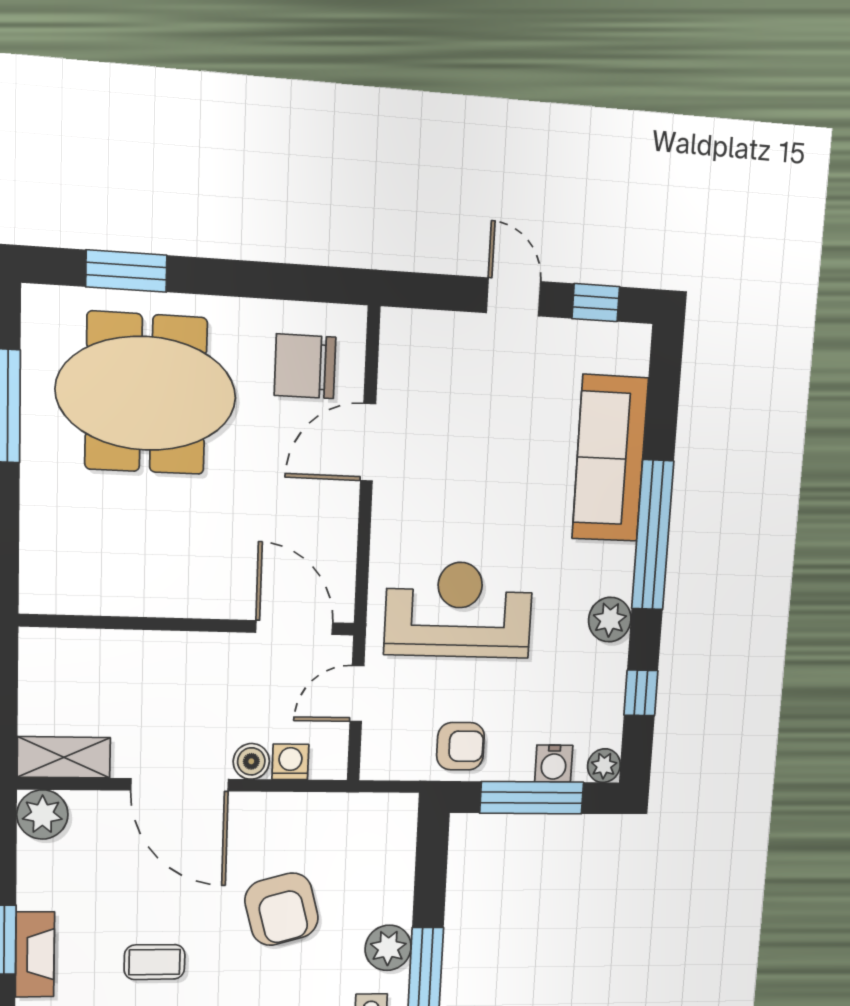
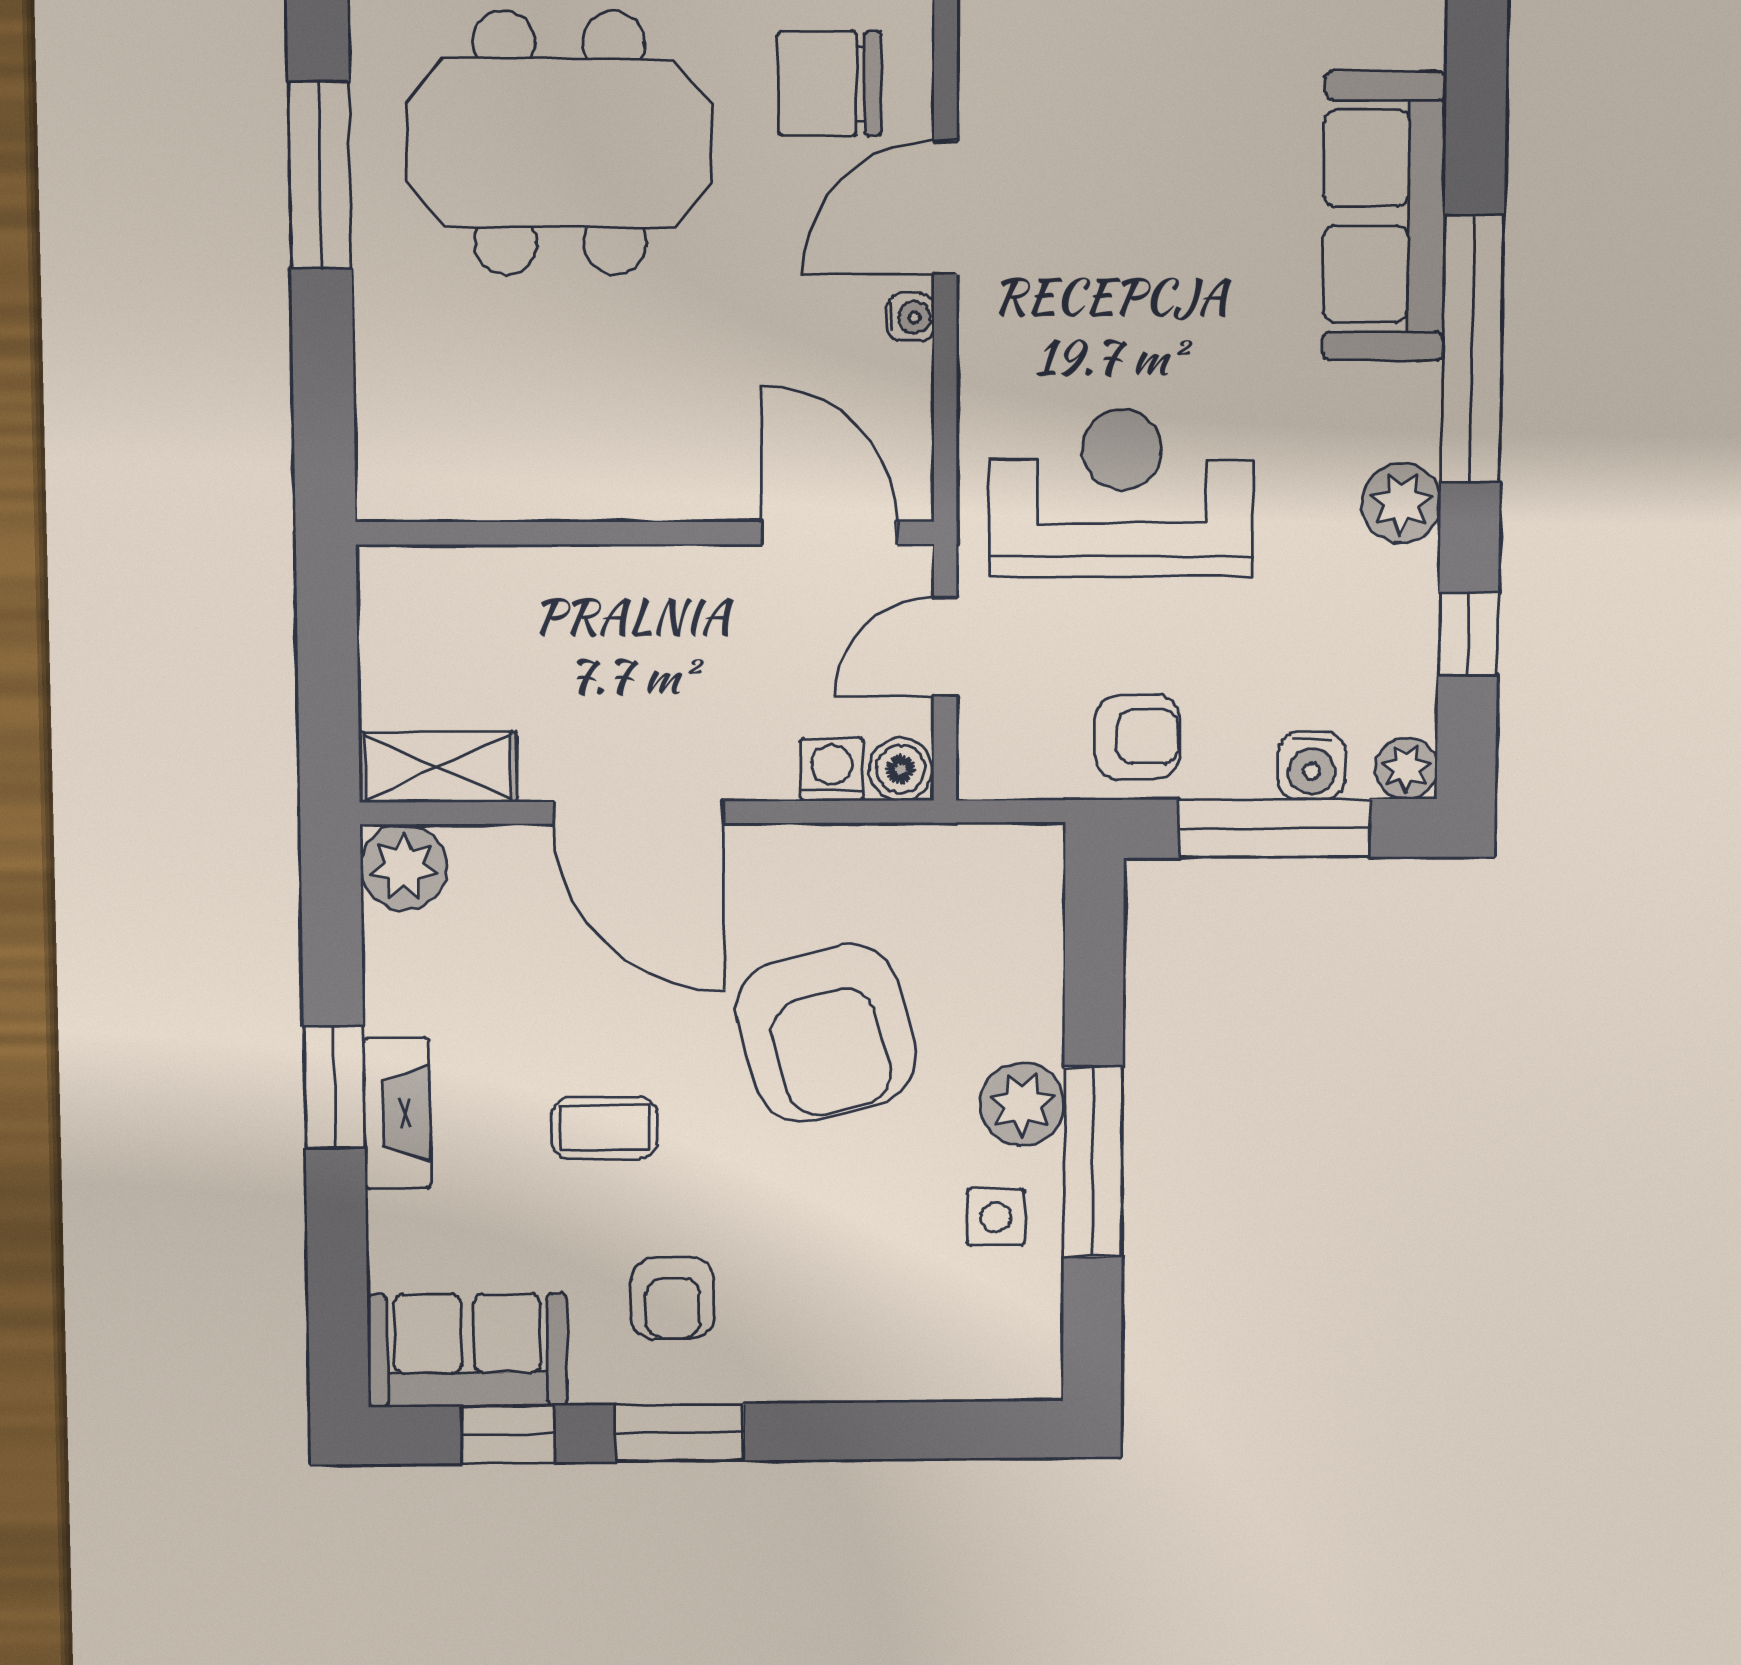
water cooler: (346, 505) -> (911, 317), added
boiler: (251, 761) -> (901, 769), moved
armchair: (282, 909) -> (826, 1033), width x1.36, depth x1.36

